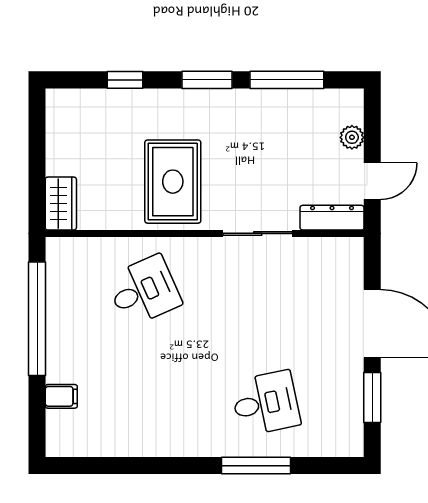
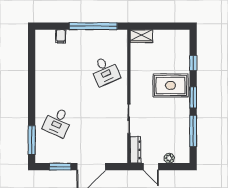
rug: (173, 182) -> (171, 85), moved
desk: (266, 403) -> (58, 122), turned 36
window: (256, 466) -> (32, 140), moved

